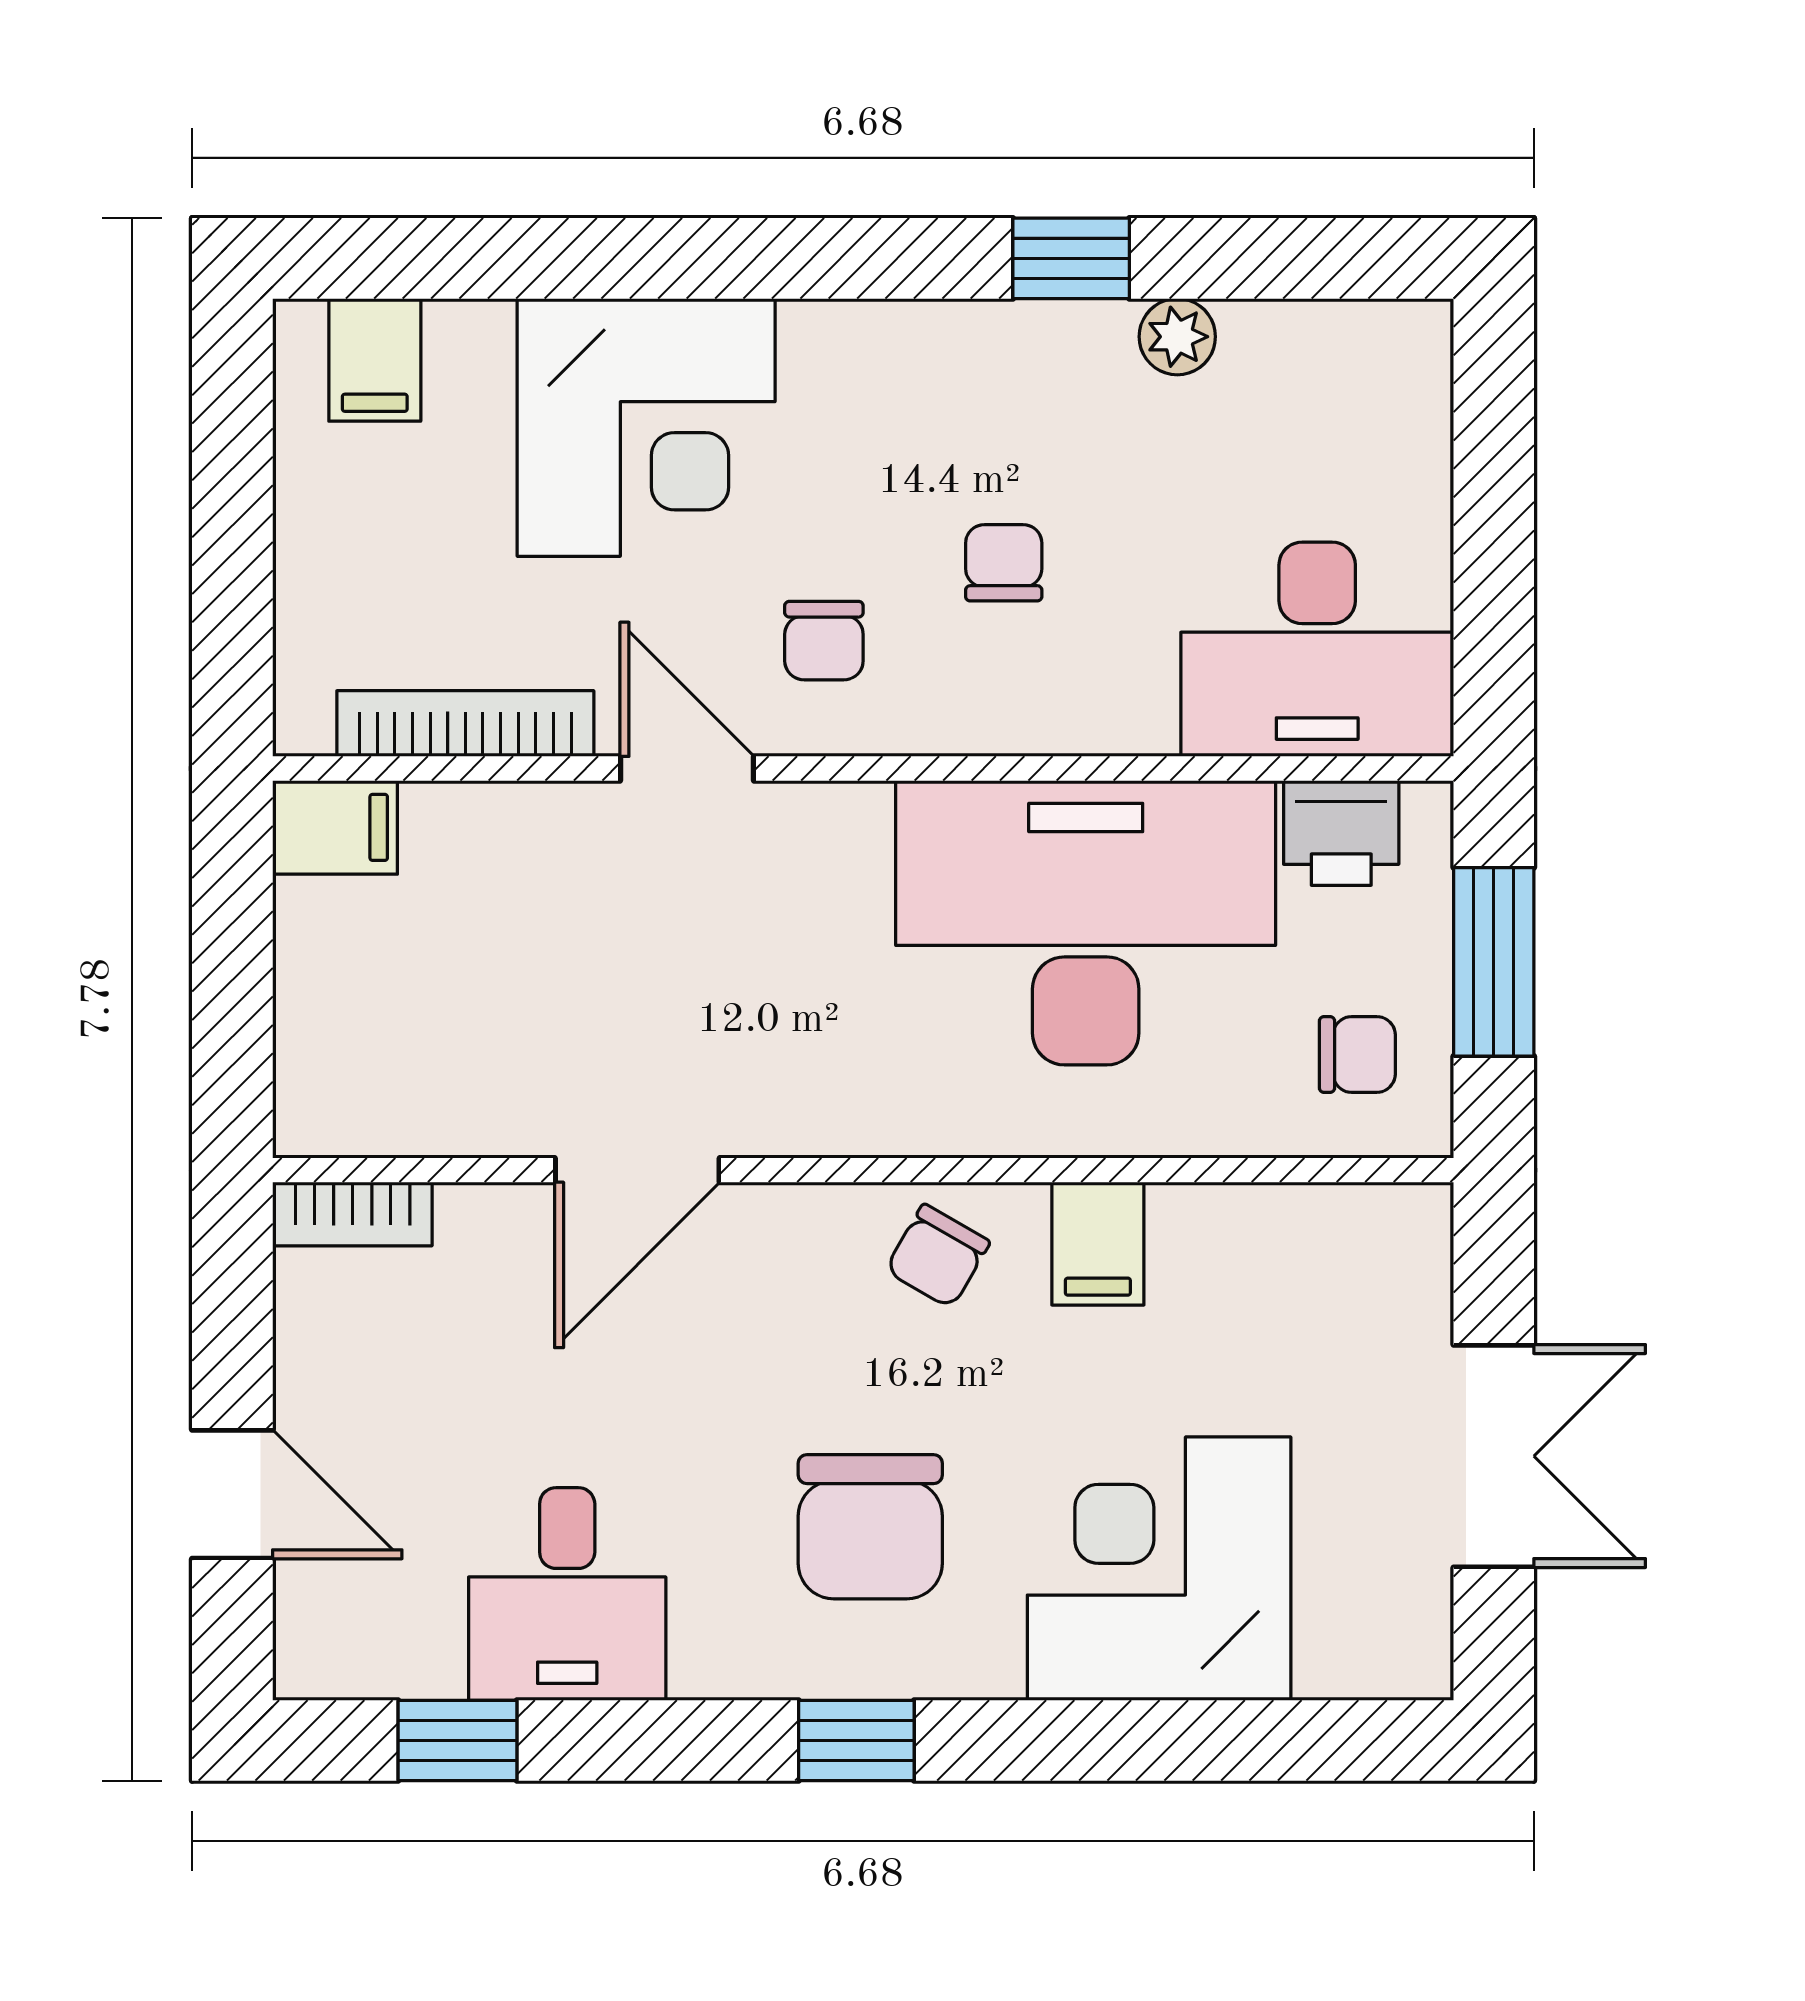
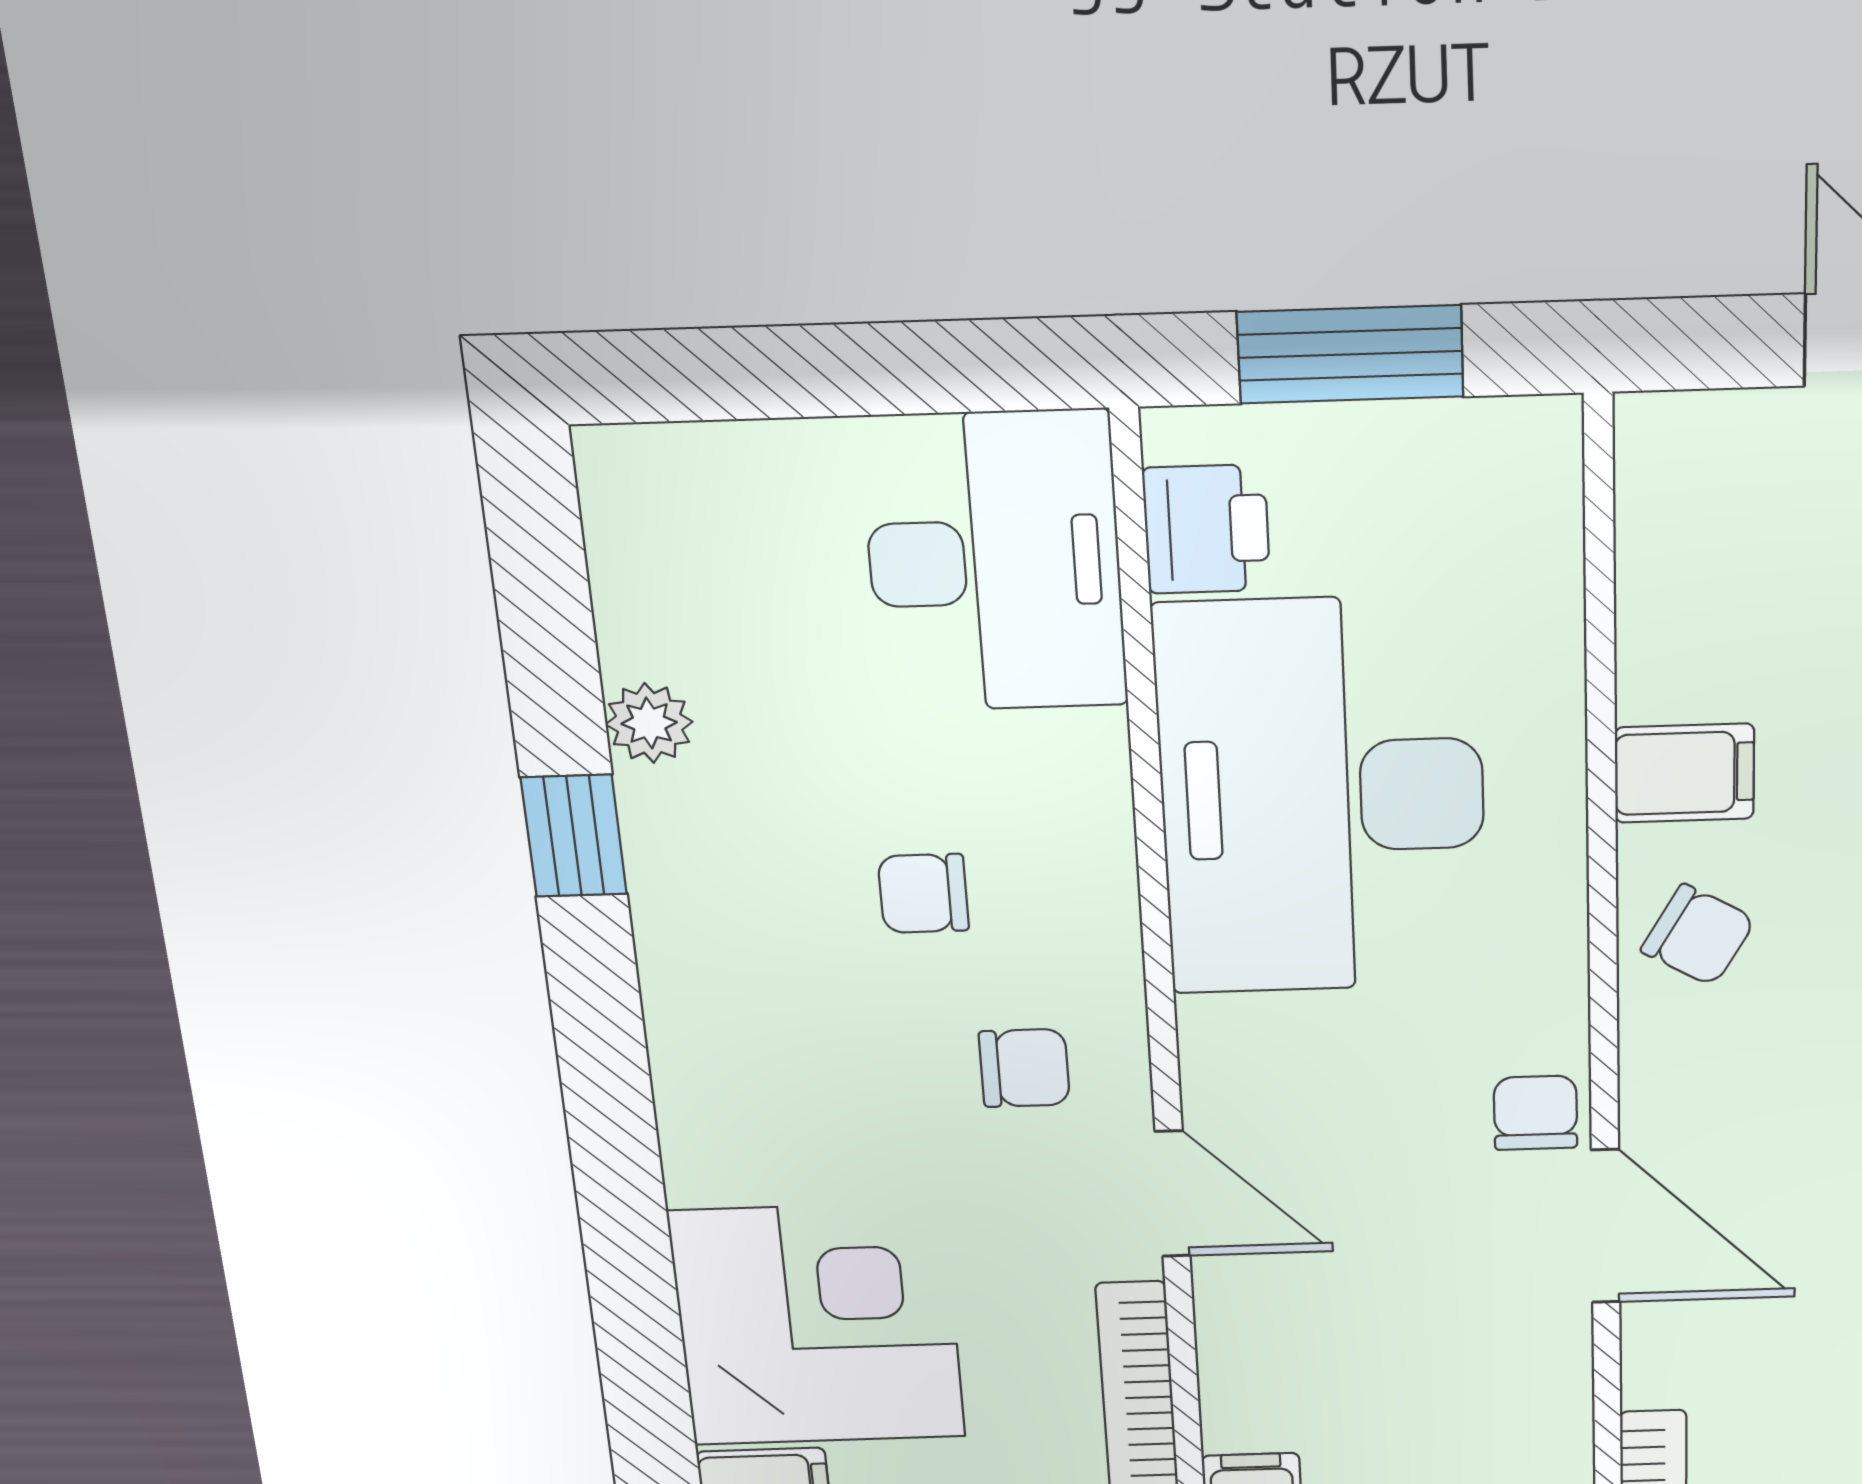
corner desk: (646, 427) -> (818, 1325), moved
door: (687, 768) -> (1173, 1194), swing flipped
chair: (1357, 1054) -> (1536, 1113), moved

